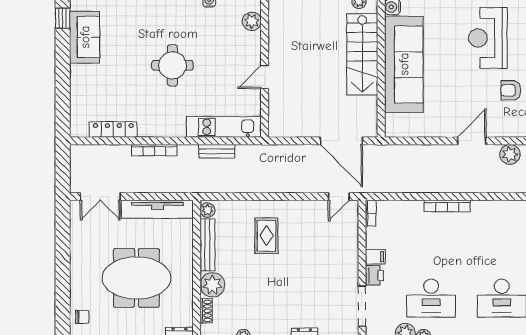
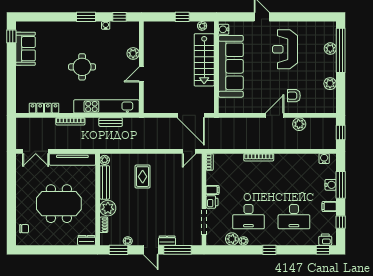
plant: (252, 21) -> (133, 53), moved
armchair: (511, 90) -> (294, 96), moved
kitchen unit: (224, 127) -> (106, 106), width x1.36

